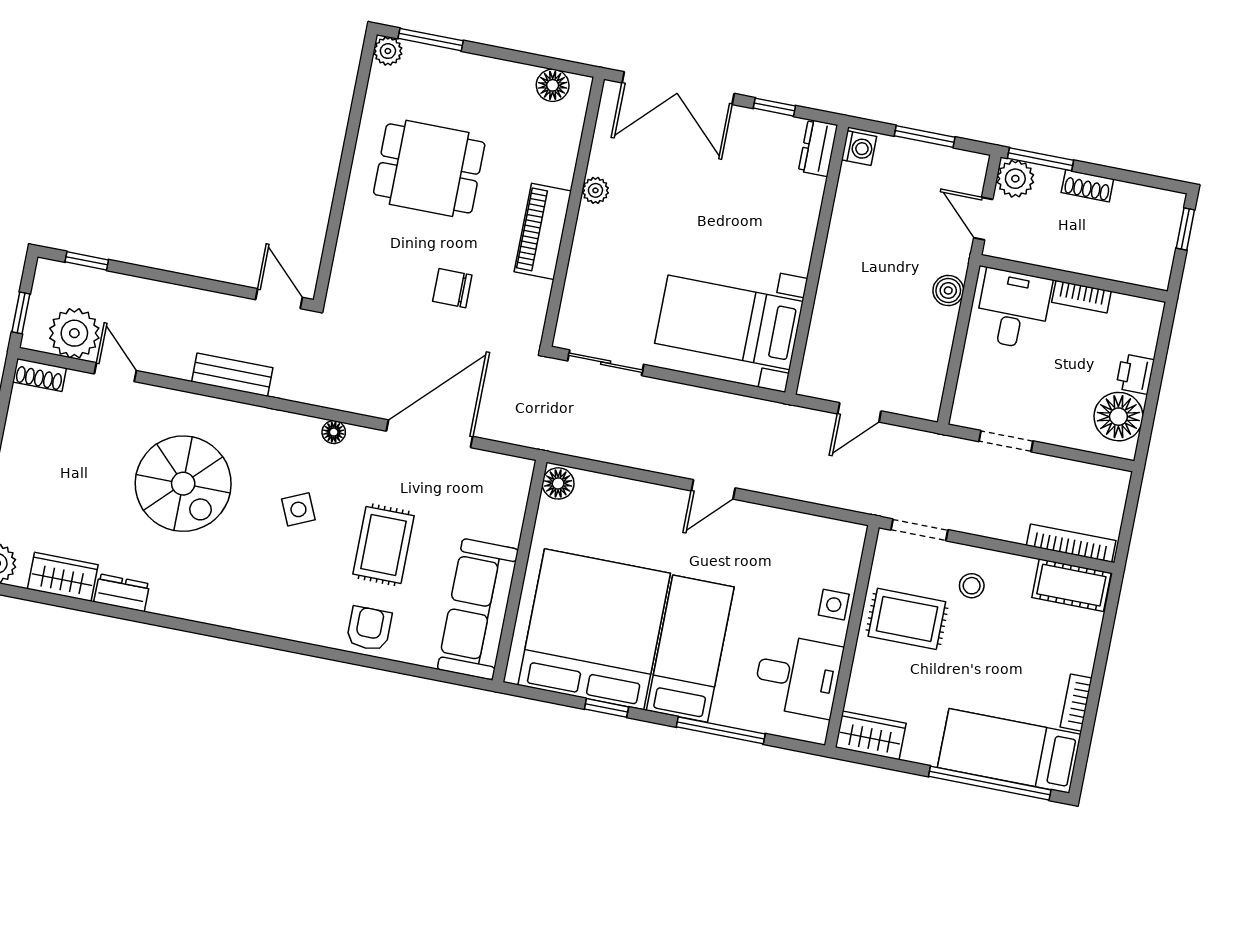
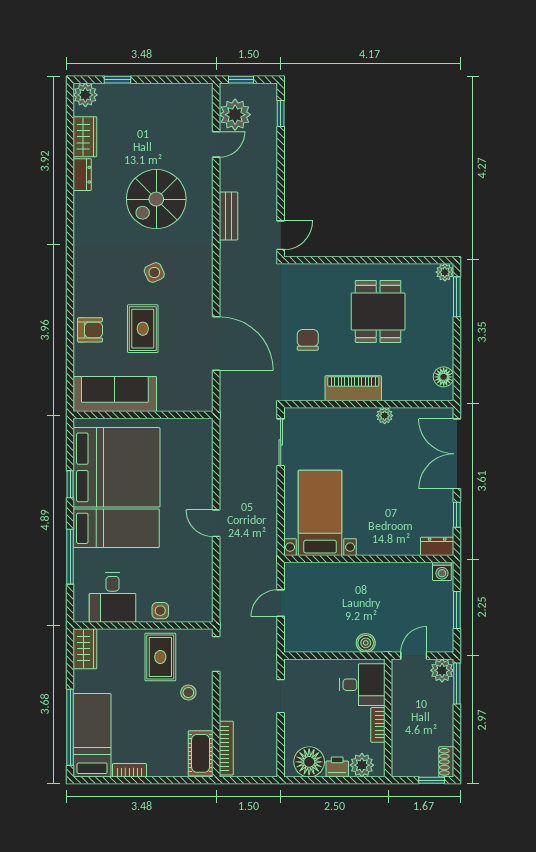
shoe rack: (1087, 186) -> (446, 762), moved
plant: (1140, 334) -> (362, 765), added
shoe rack: (40, 375) -> (205, 98), removed
door: (859, 412) -> (281, 603), hinge flipped
floor lamp: (334, 432) -> (206, 285), removed
floor lamp: (558, 483) -> (201, 428), removed
rug: (383, 545) -> (143, 329), turned 90

